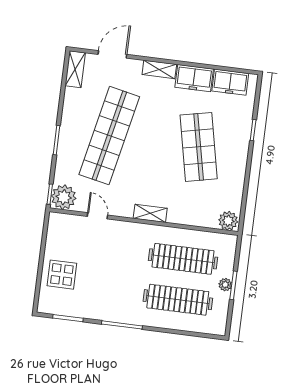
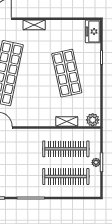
freezer: (194, 78) -> (58, 28), removed
freezer: (230, 82) -> (93, 31), moved, turned 90
shelving: (150, 213) -> (67, 121), moved

